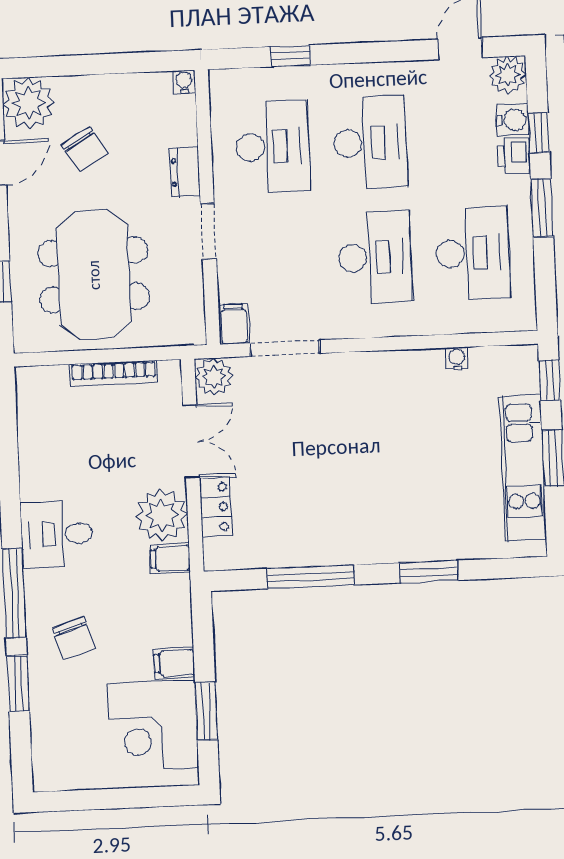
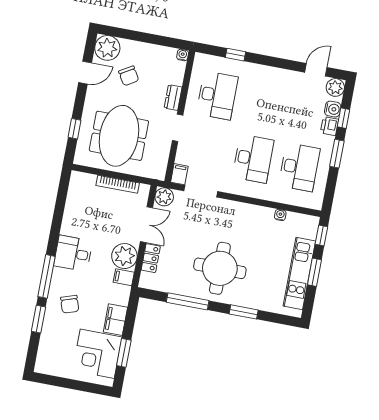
desk: (370, 143) -> (263, 104), removed
round table: (360, 495) -> (220, 268), added
filing cabinet: (174, 663) -> (115, 320), width x2.00

